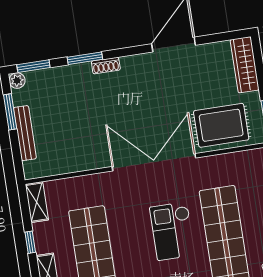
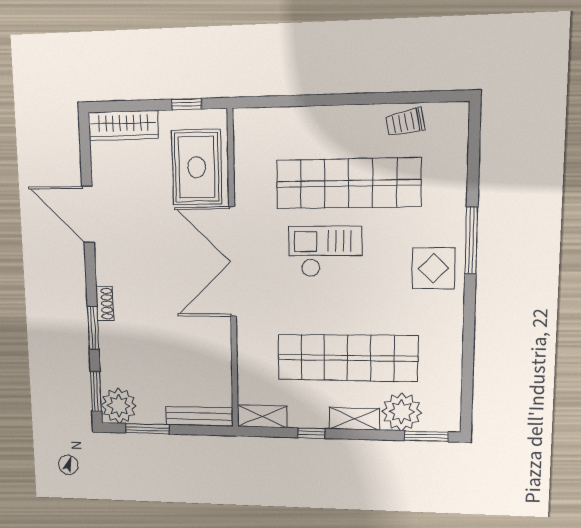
plant: (17, 81) -> (119, 406), width x1.88, depth x1.88
bench: (25, 133) -> (199, 416), moved
checkout: (172, 231) -> (325, 252), turned 180

